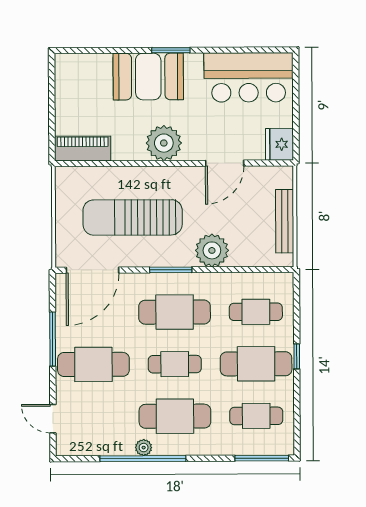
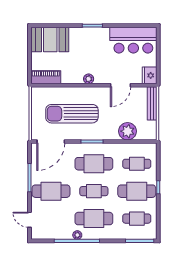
booth: (148, 77) -> (50, 39), moved
plant: (164, 143) -> (89, 79), width x0.53, depth x0.53
bench: (285, 221) -> (152, 103), moved
plant: (212, 250) -> (127, 131), moved

